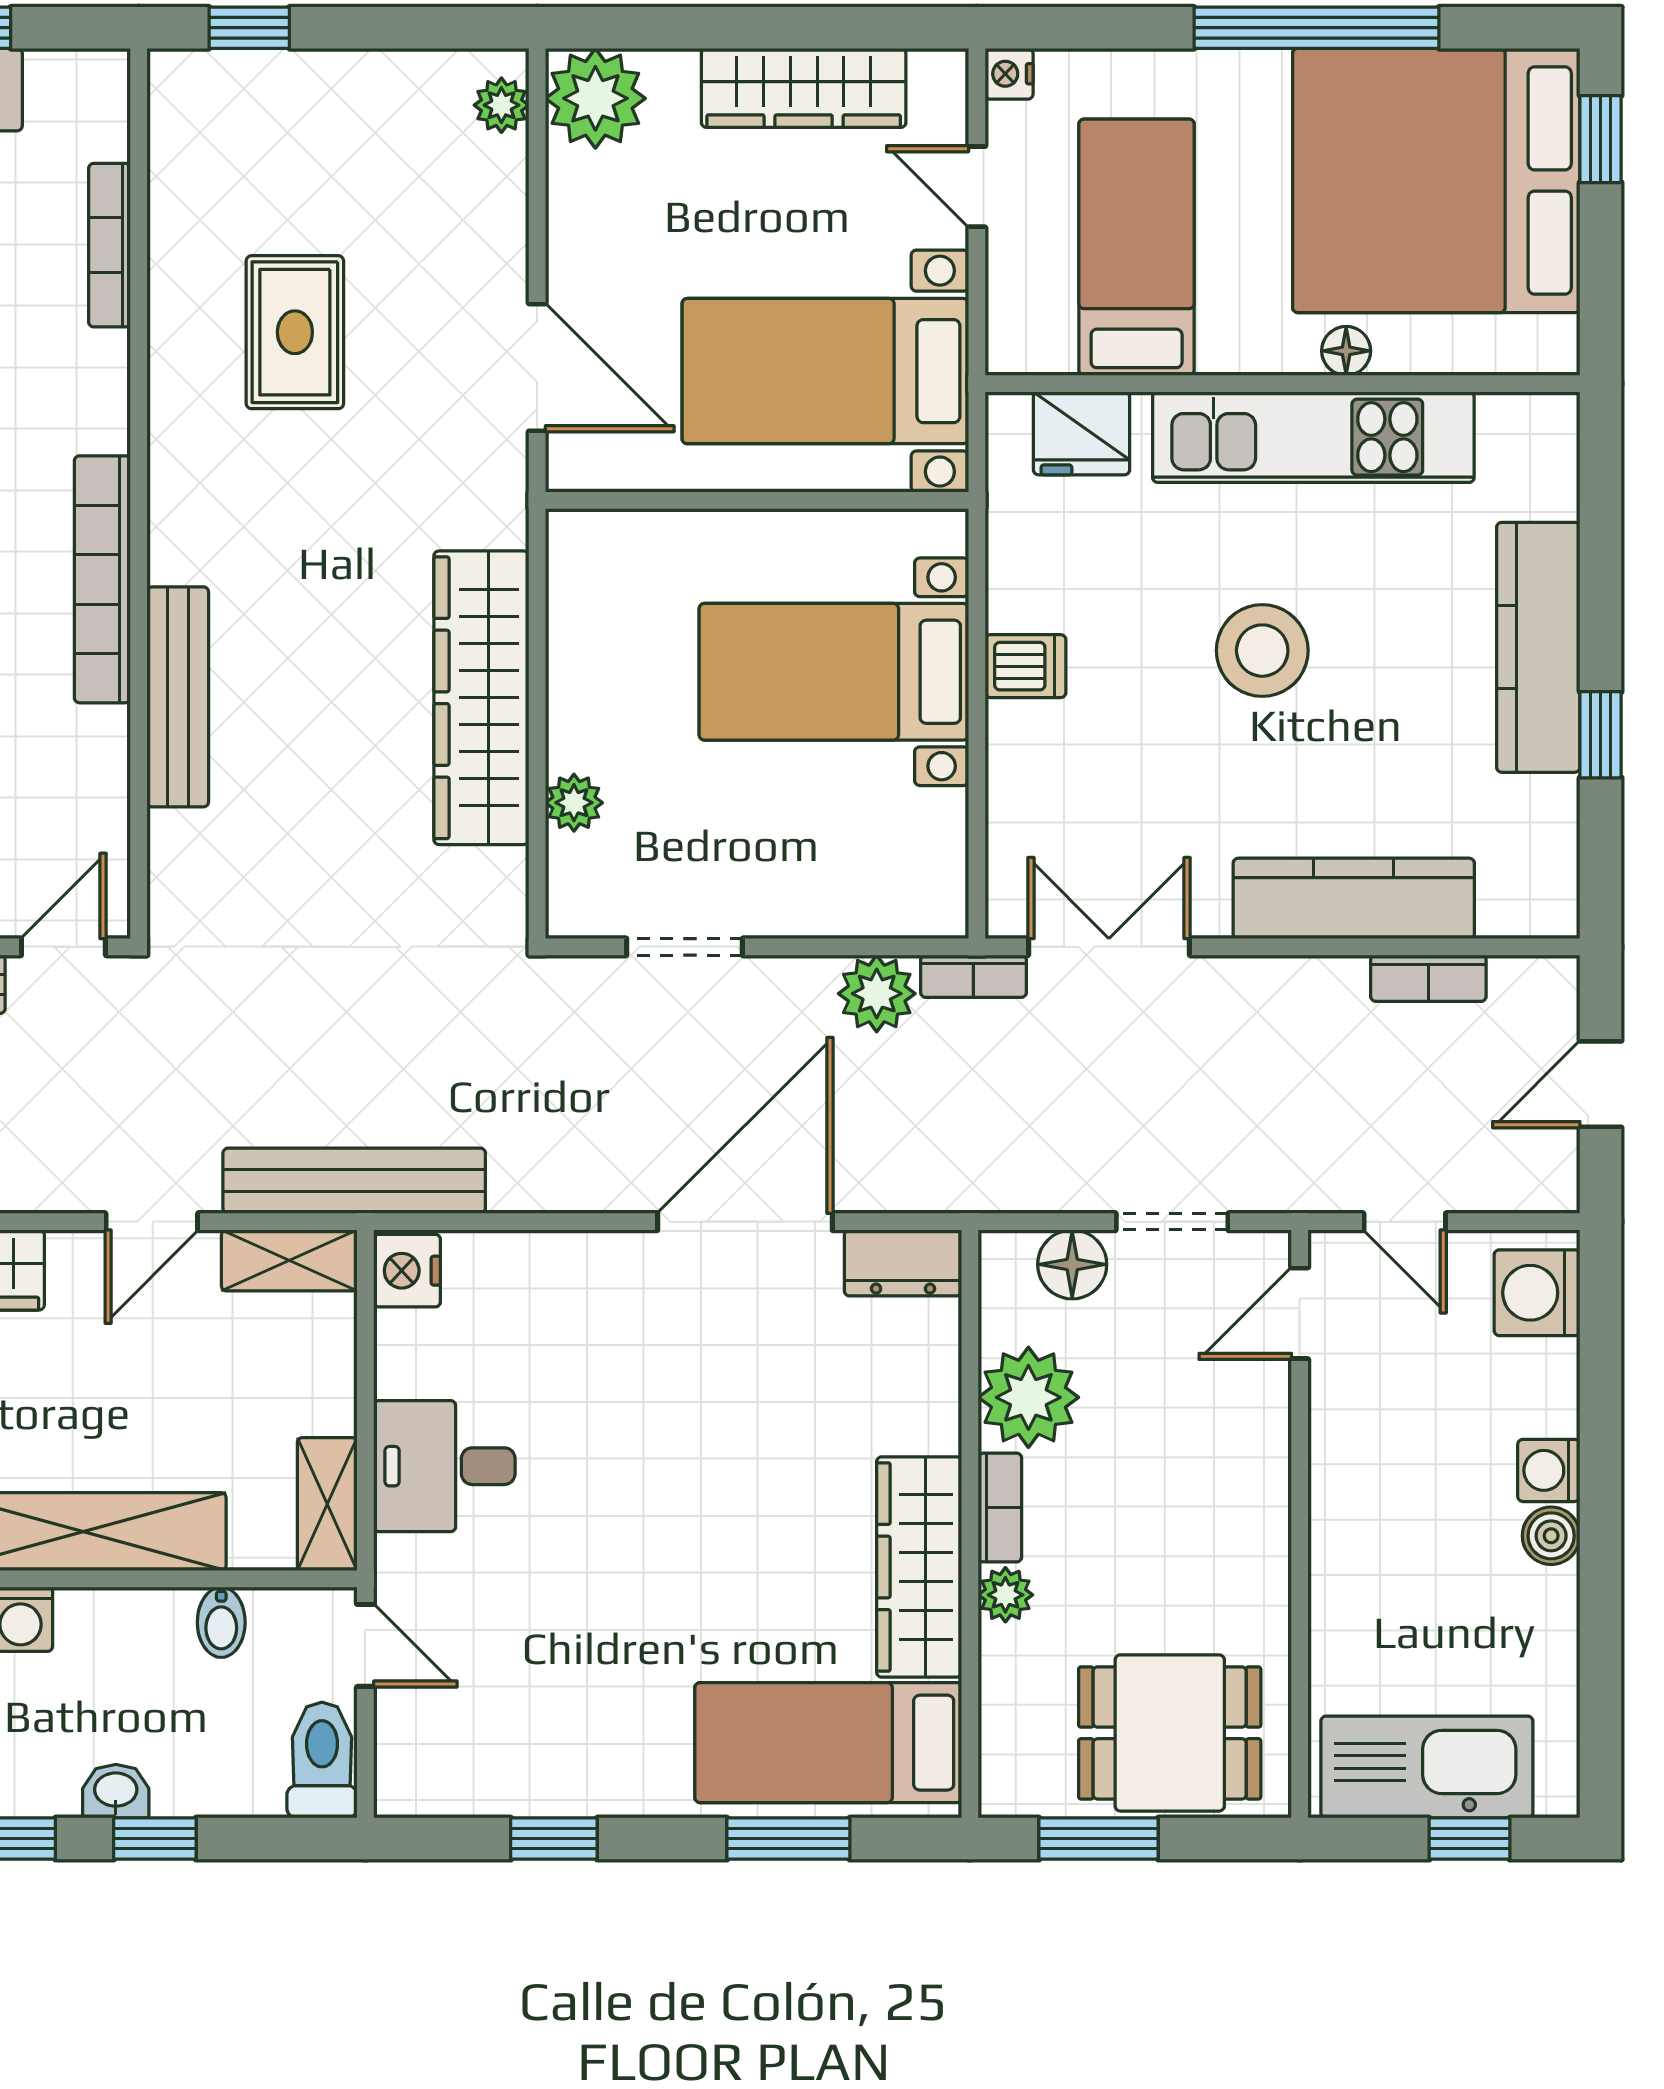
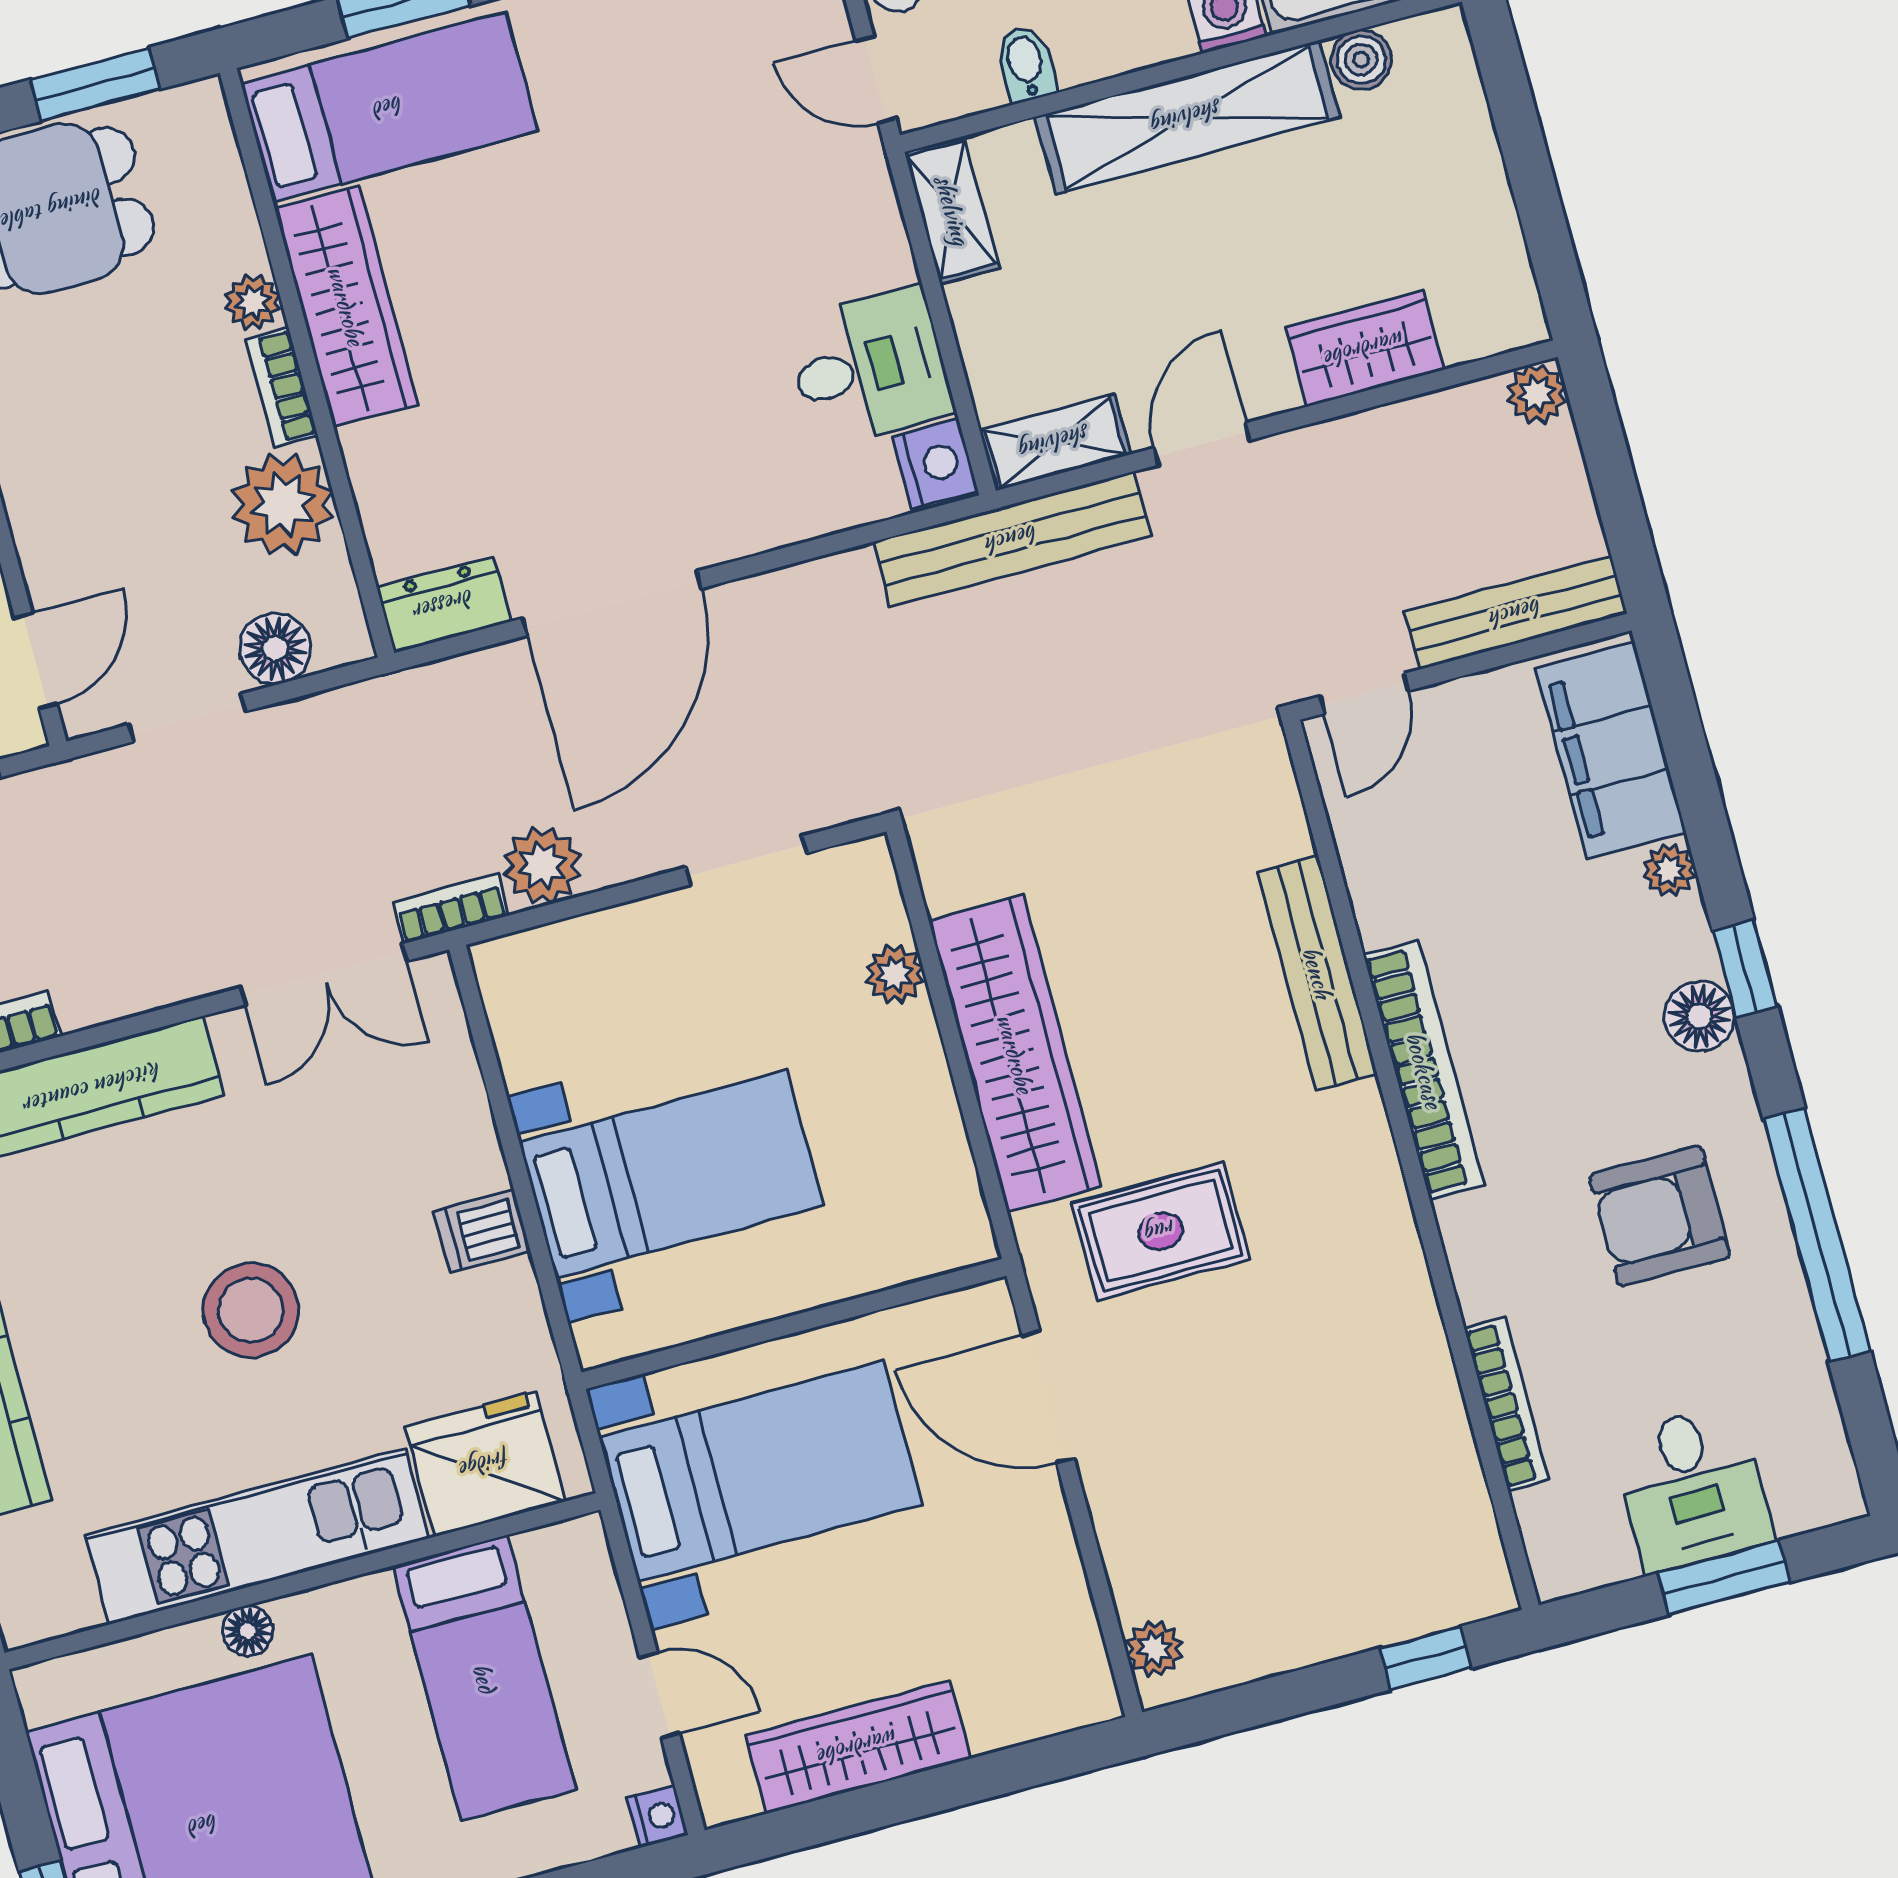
plant: (595, 98) -> (1062, 1681), removed
rug: (295, 332) -> (1161, 1231), moved, turned 90
fridge: (1082, 433) -> (485, 1464), width x1.36, depth x1.34
desk: (444, 1466) -> (869, 367), moved

